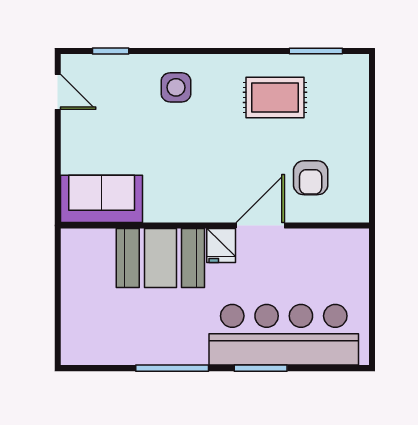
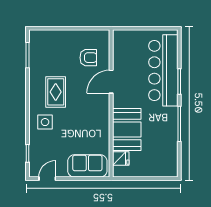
rug: (275, 98) -> (56, 92), moved
sofa: (102, 199) -> (87, 166), moved, turned 90
door: (260, 226) -> (111, 82), hinge flipped
fridge: (221, 246) -> (121, 159), moved

